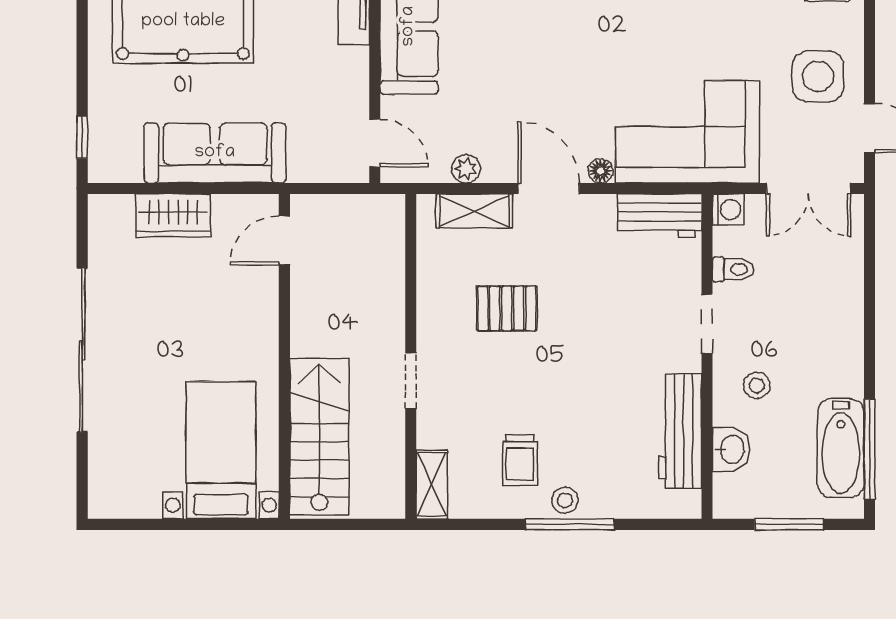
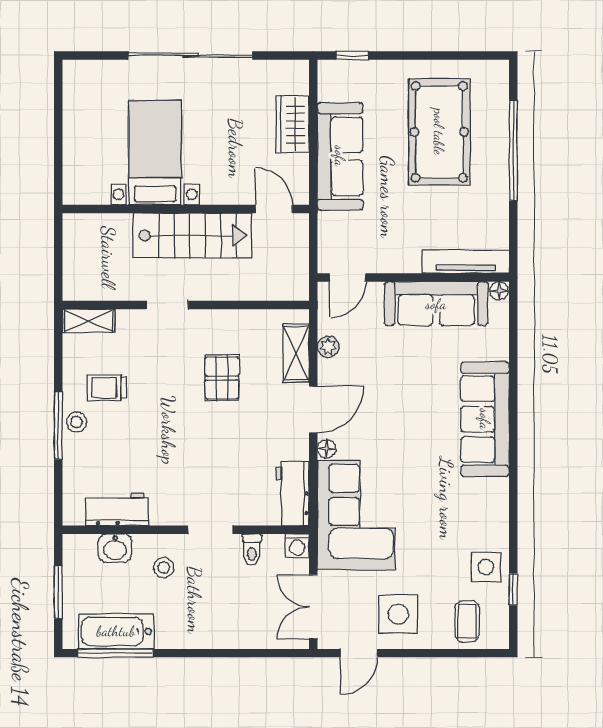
workbench: (680, 431) -> (117, 509), width x0.73
stairs: (319, 437) -> (192, 236), moved
bed with nightstands: (221, 450) -> (155, 153), moved, turned -90

